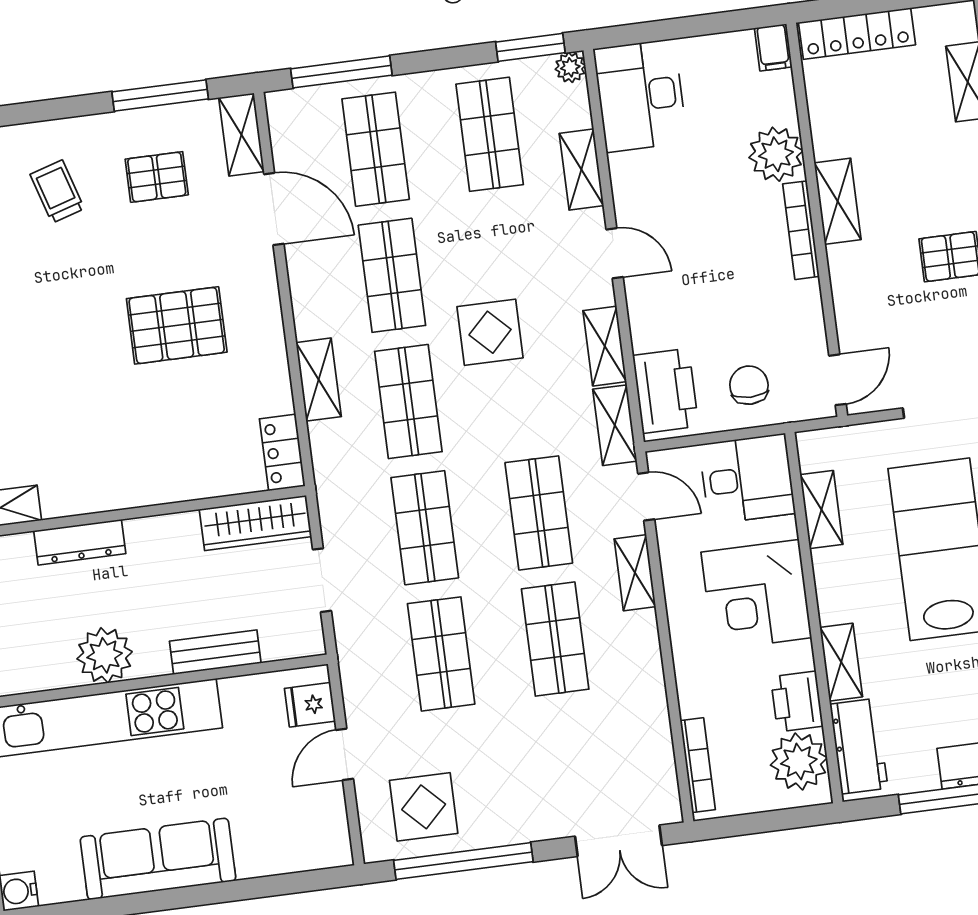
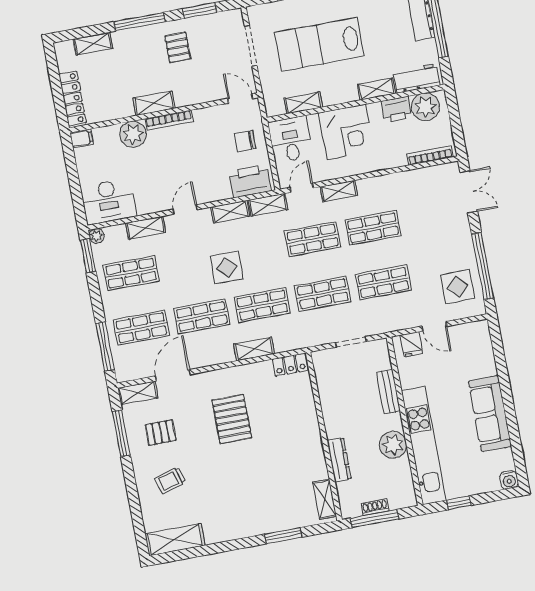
pallet: (157, 177) -> (161, 433), turned 90
wardrobe: (255, 523) -> (325, 376), removed

